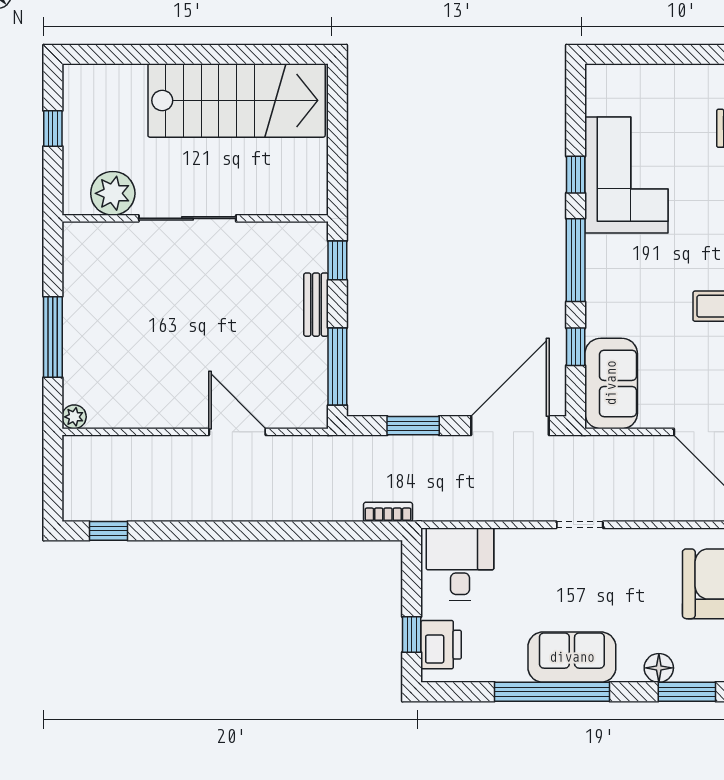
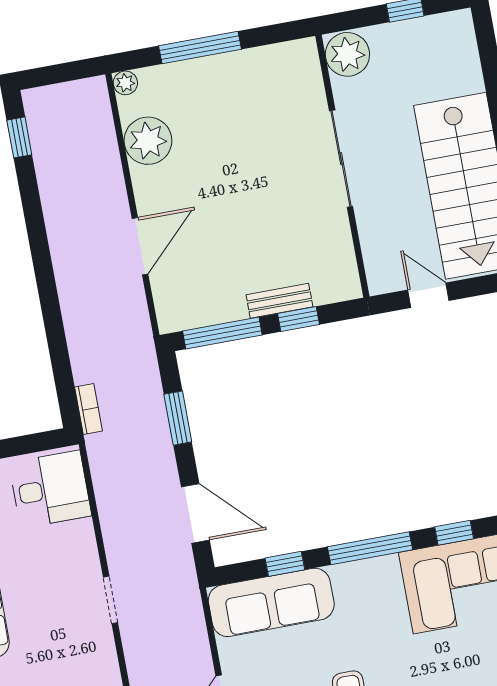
door: (337, 157) -> (428, 295), added
plant: (113, 193) -> (347, 54), moved
window: (337, 260) -> (298, 319), moved
sofa: (611, 383) -> (271, 602), width x1.36
plant: (135, 405) -> (148, 141), added
door: (510, 426) -> (195, 513), width x0.73

